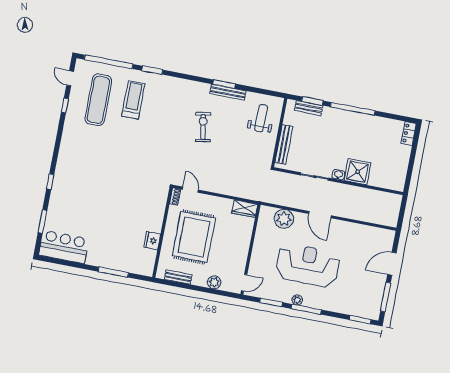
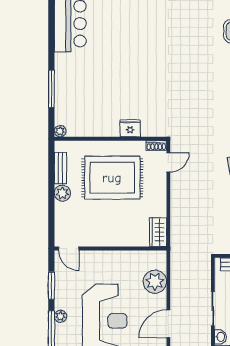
fridge: (152, 241) -> (130, 128), moved
plant: (149, 272) -> (60, 131), added
plant: (214, 282) -> (62, 193), moved

